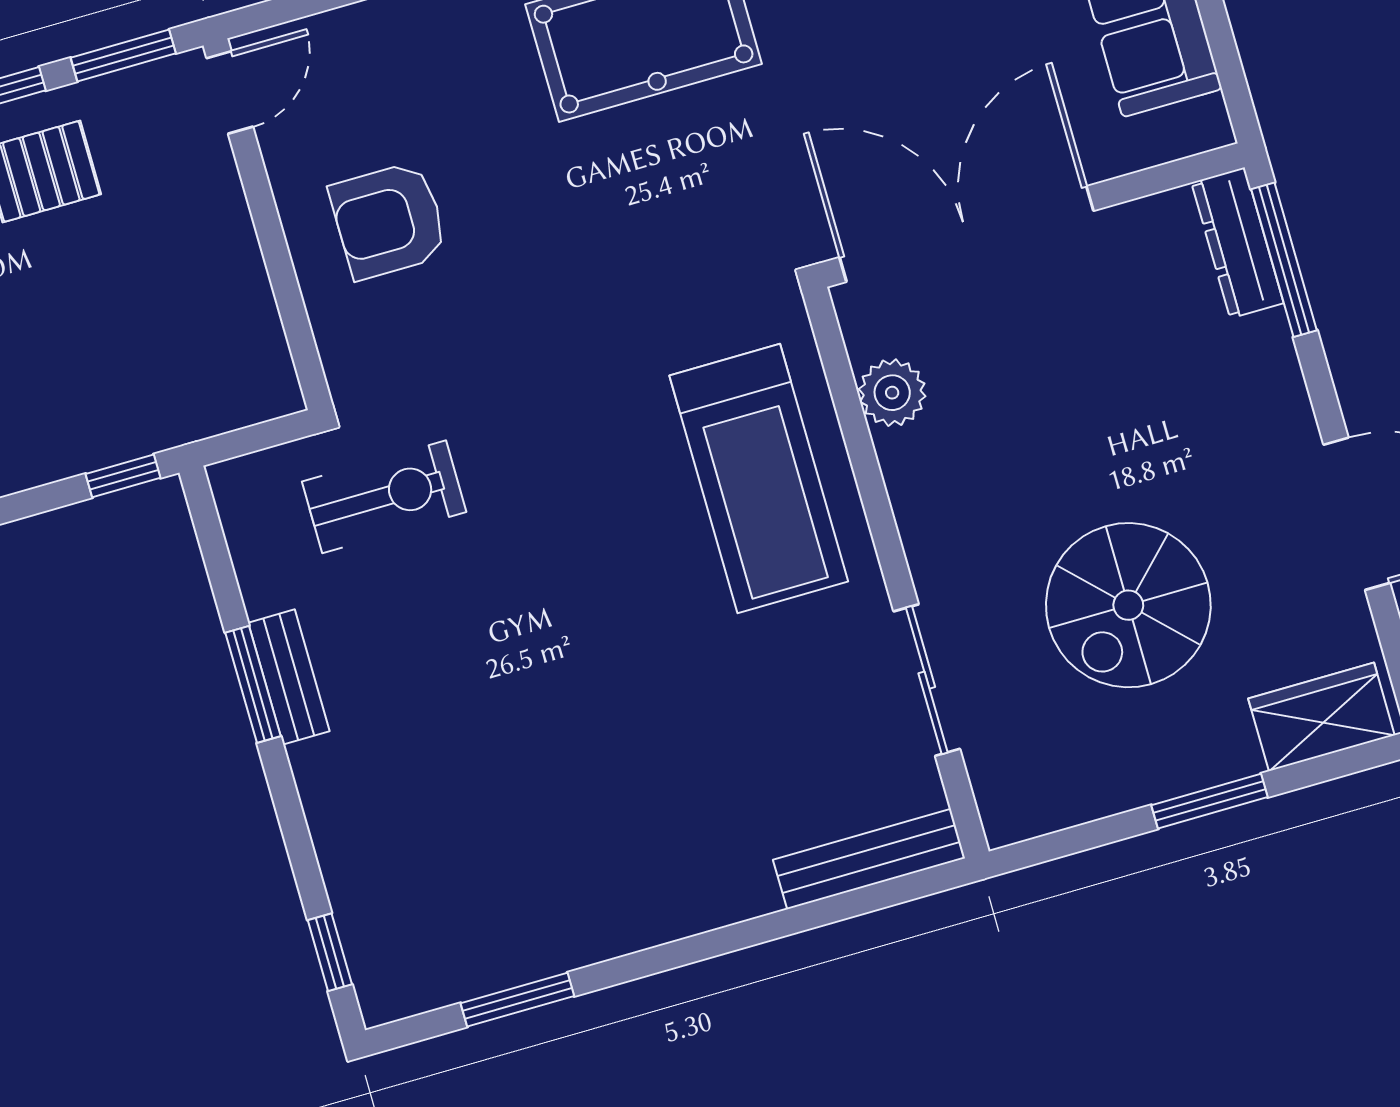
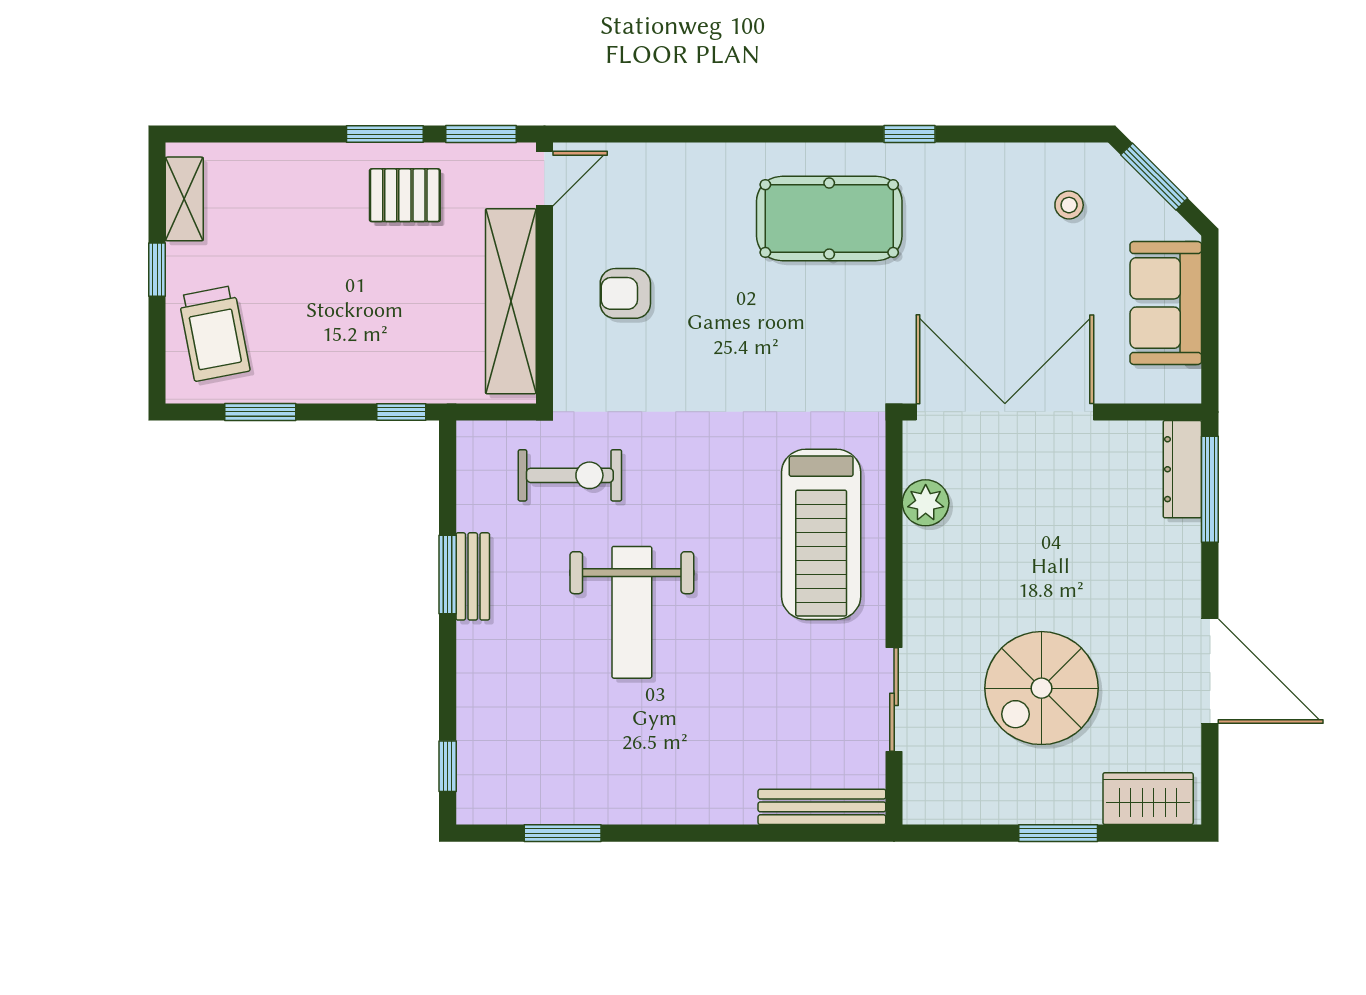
armchair: (389, 220) -> (625, 293), width x0.72, depth x0.72
shelving: (232, 277) -> (511, 301), added
weight bench: (526, 663) -> (632, 612), added

